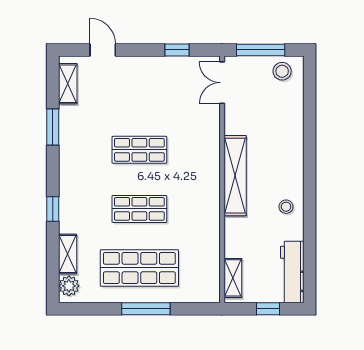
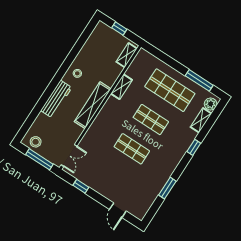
shelving: (68, 84) -> (122, 87), moved
workbench: (292, 272) -> (56, 99), moved
window: (146, 309) -> (199, 80), moved

